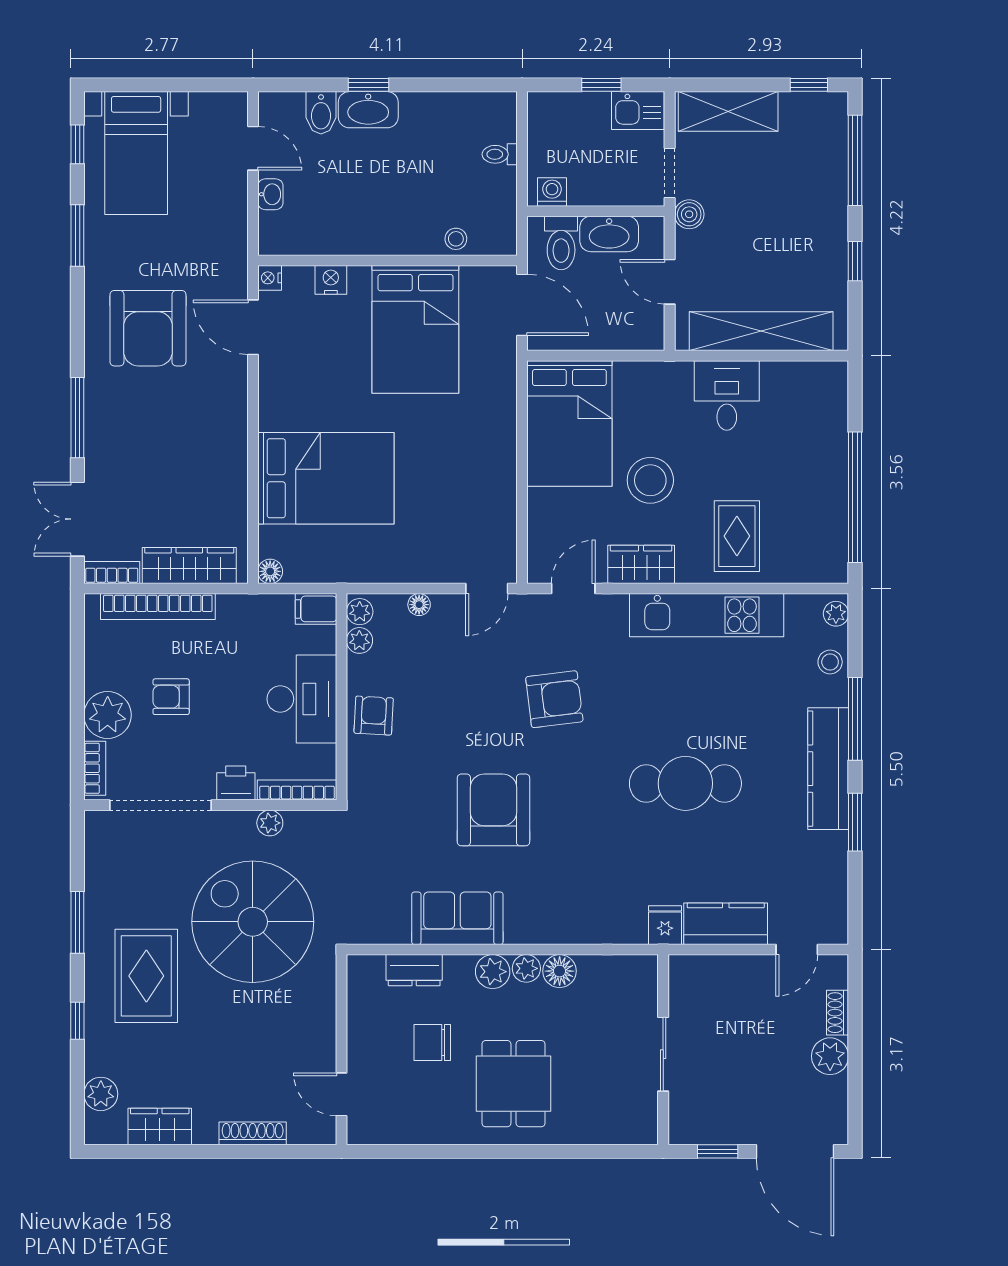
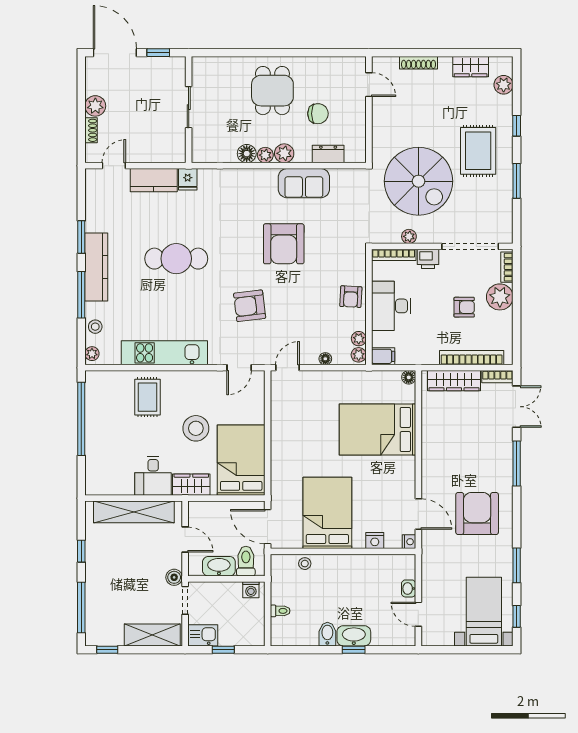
bidet: (321, 113) -> (327, 634), moved
wardrobe: (641, 564) -> (191, 485), moved, turned 180

